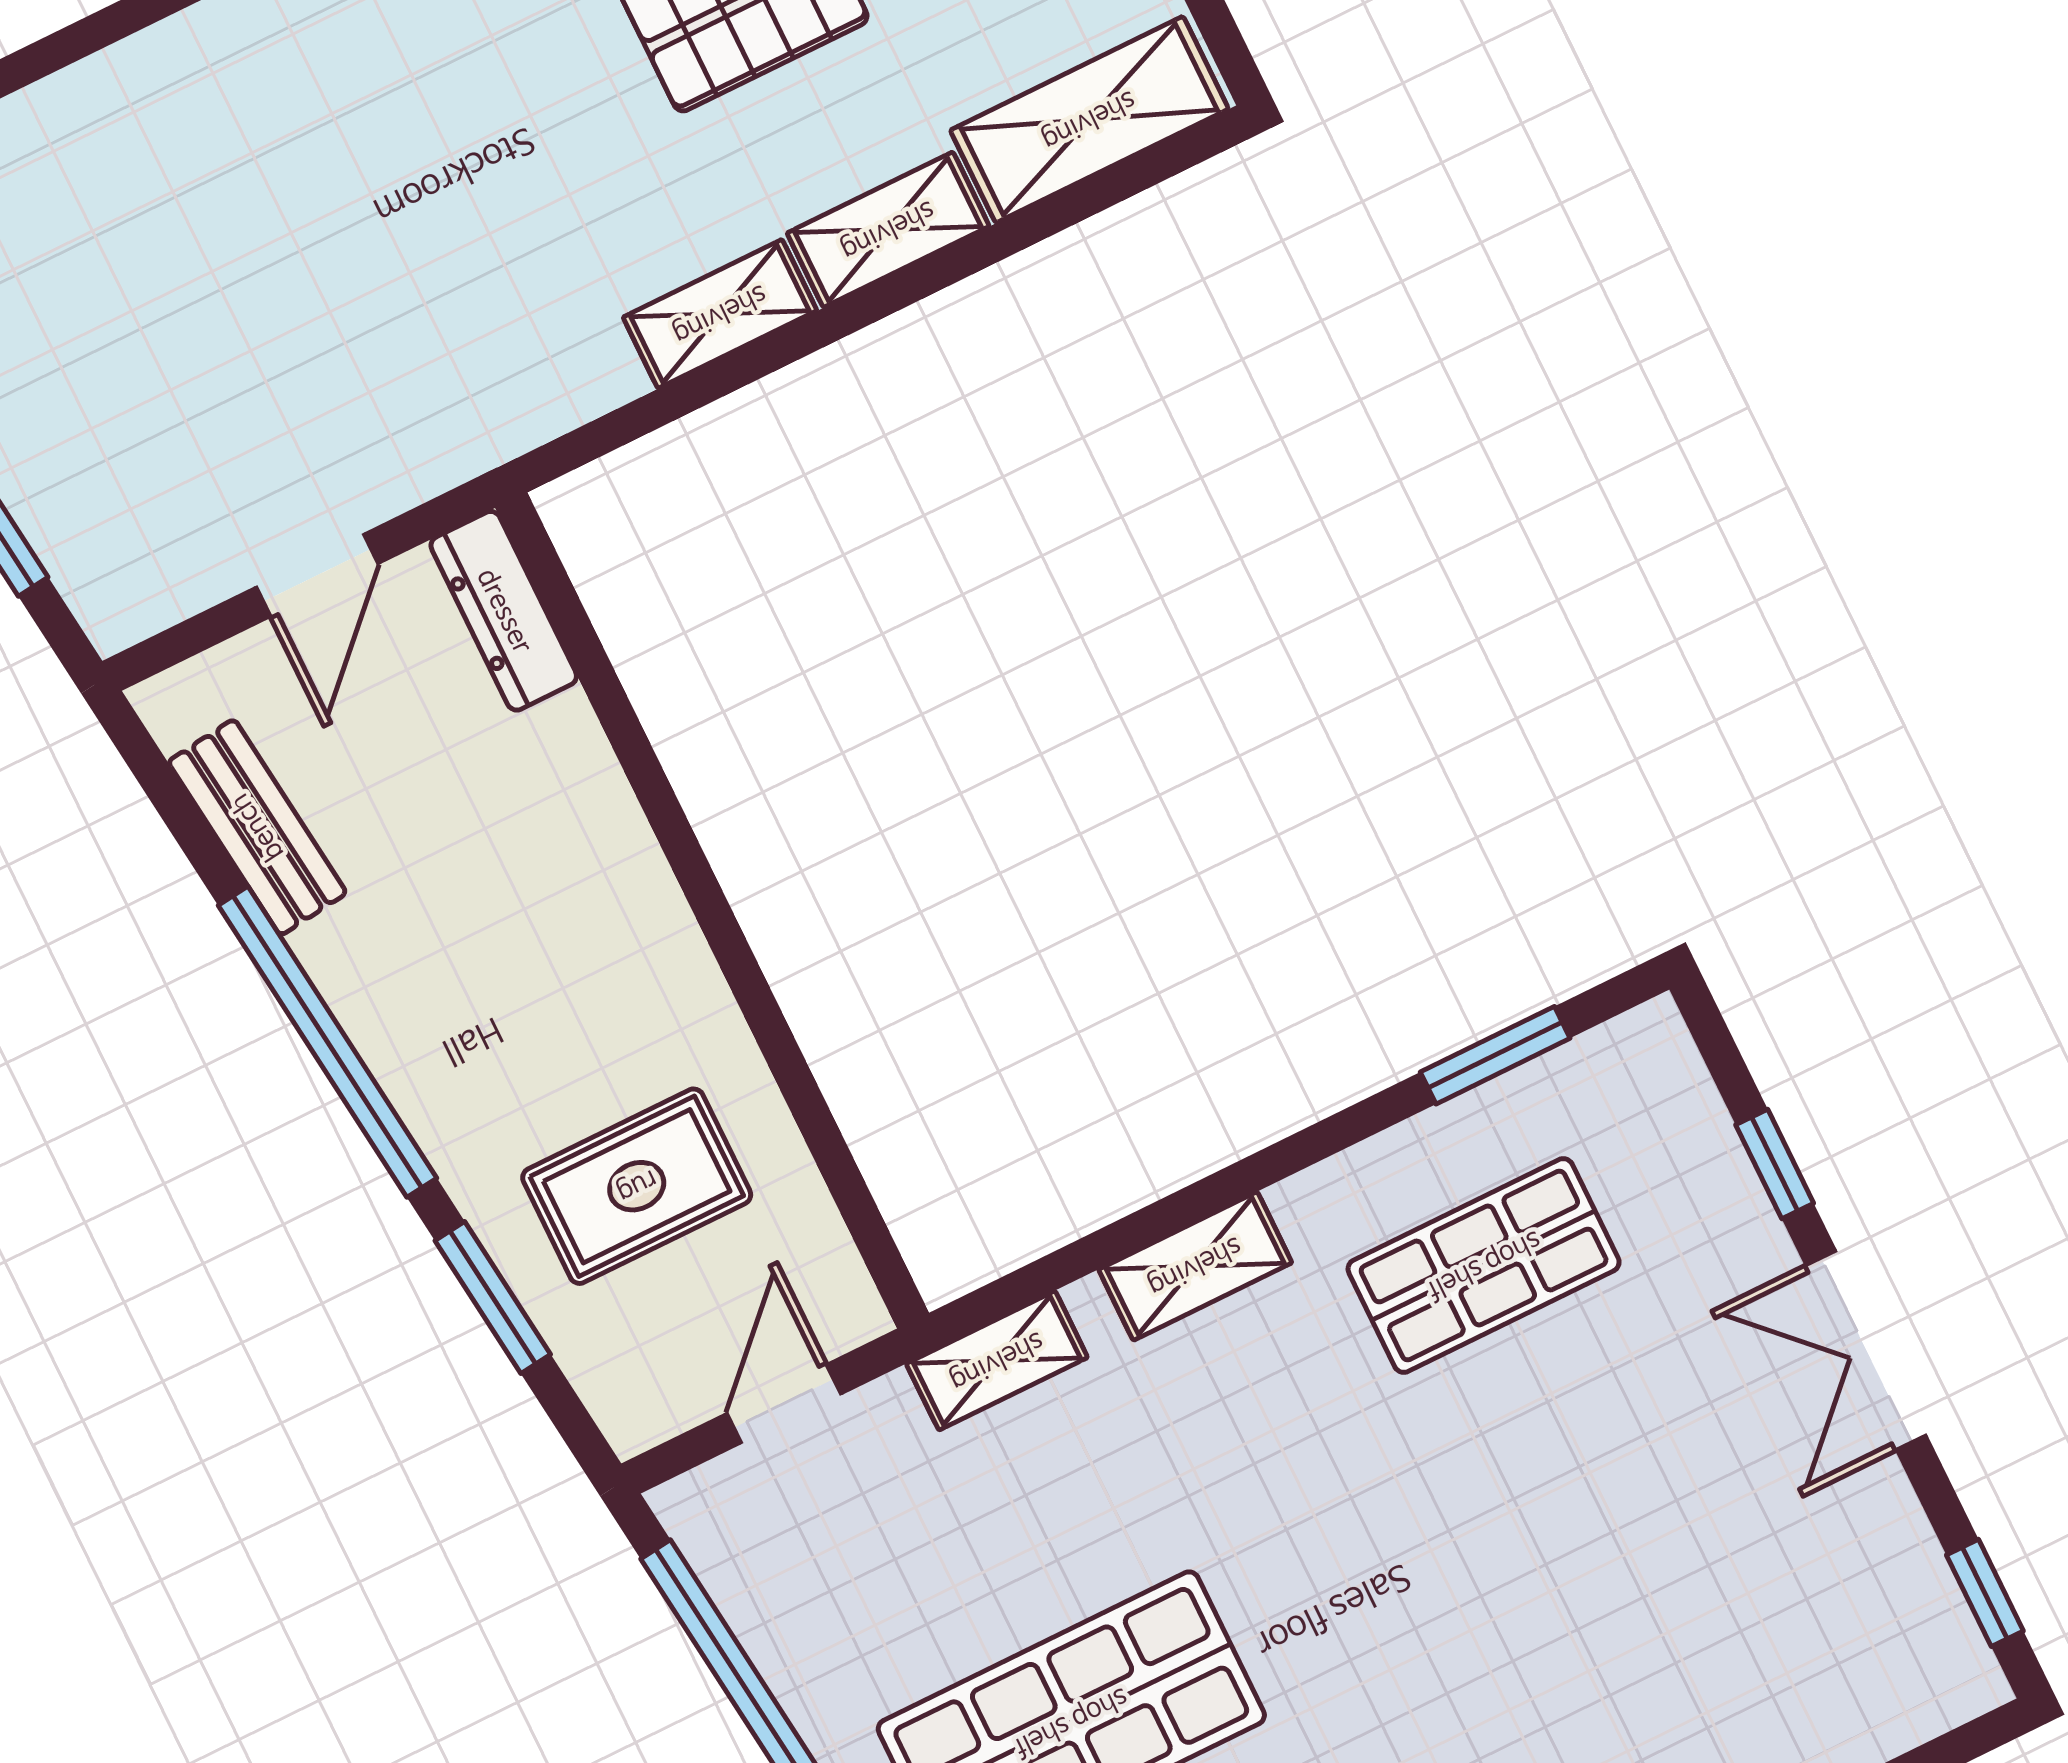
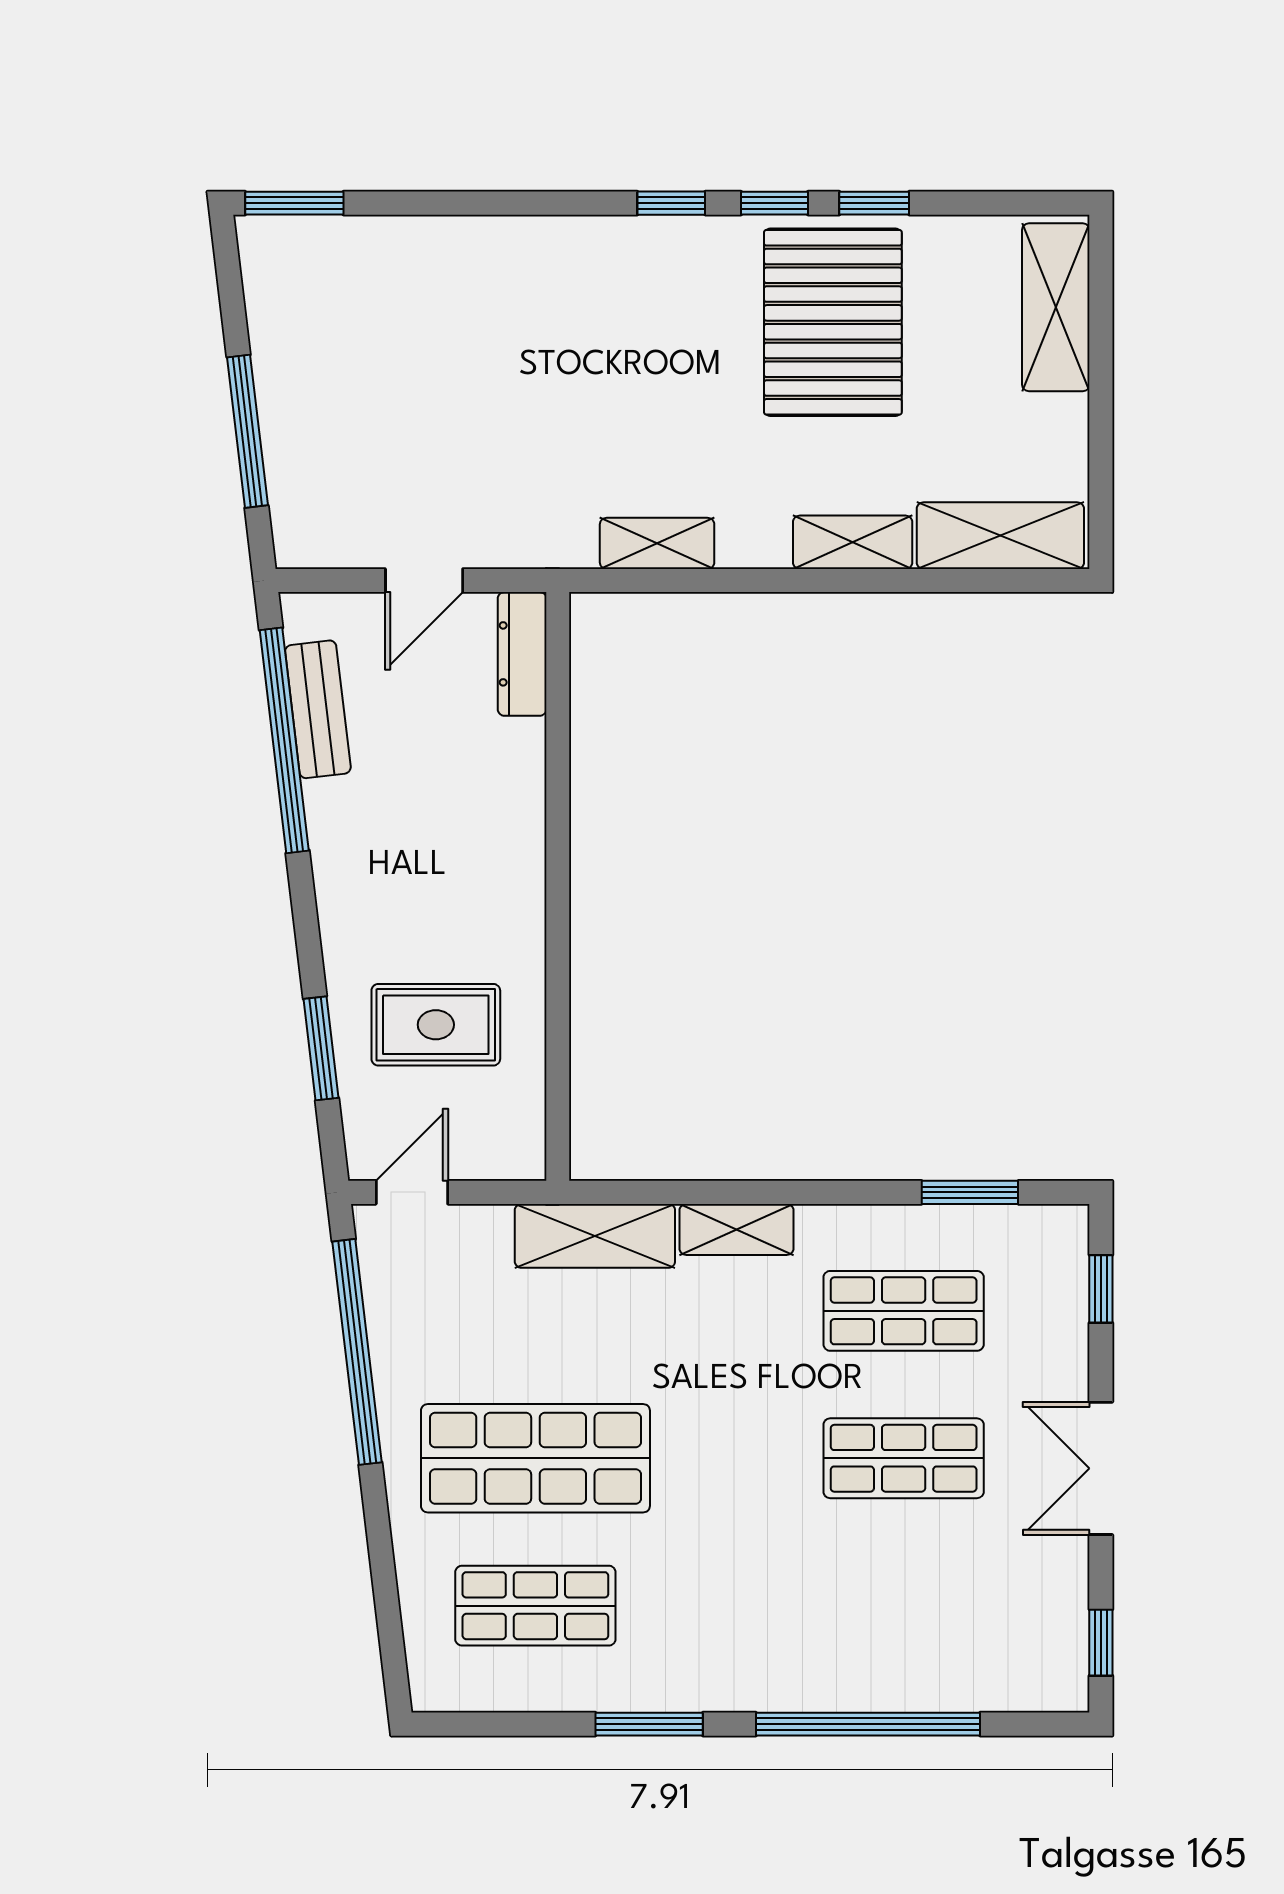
shelving: (720, 314) -> (657, 543), moved
window: (327, 1042) -> (284, 740), moved
window: (1775, 1164) -> (1101, 1289), moved
shelving: (997, 1361) -> (595, 1236), width x1.50, depth x1.33
door: (784, 1404) -> (412, 1192), moved
shop shelf: (1584, 1471) -> (904, 1458), added

